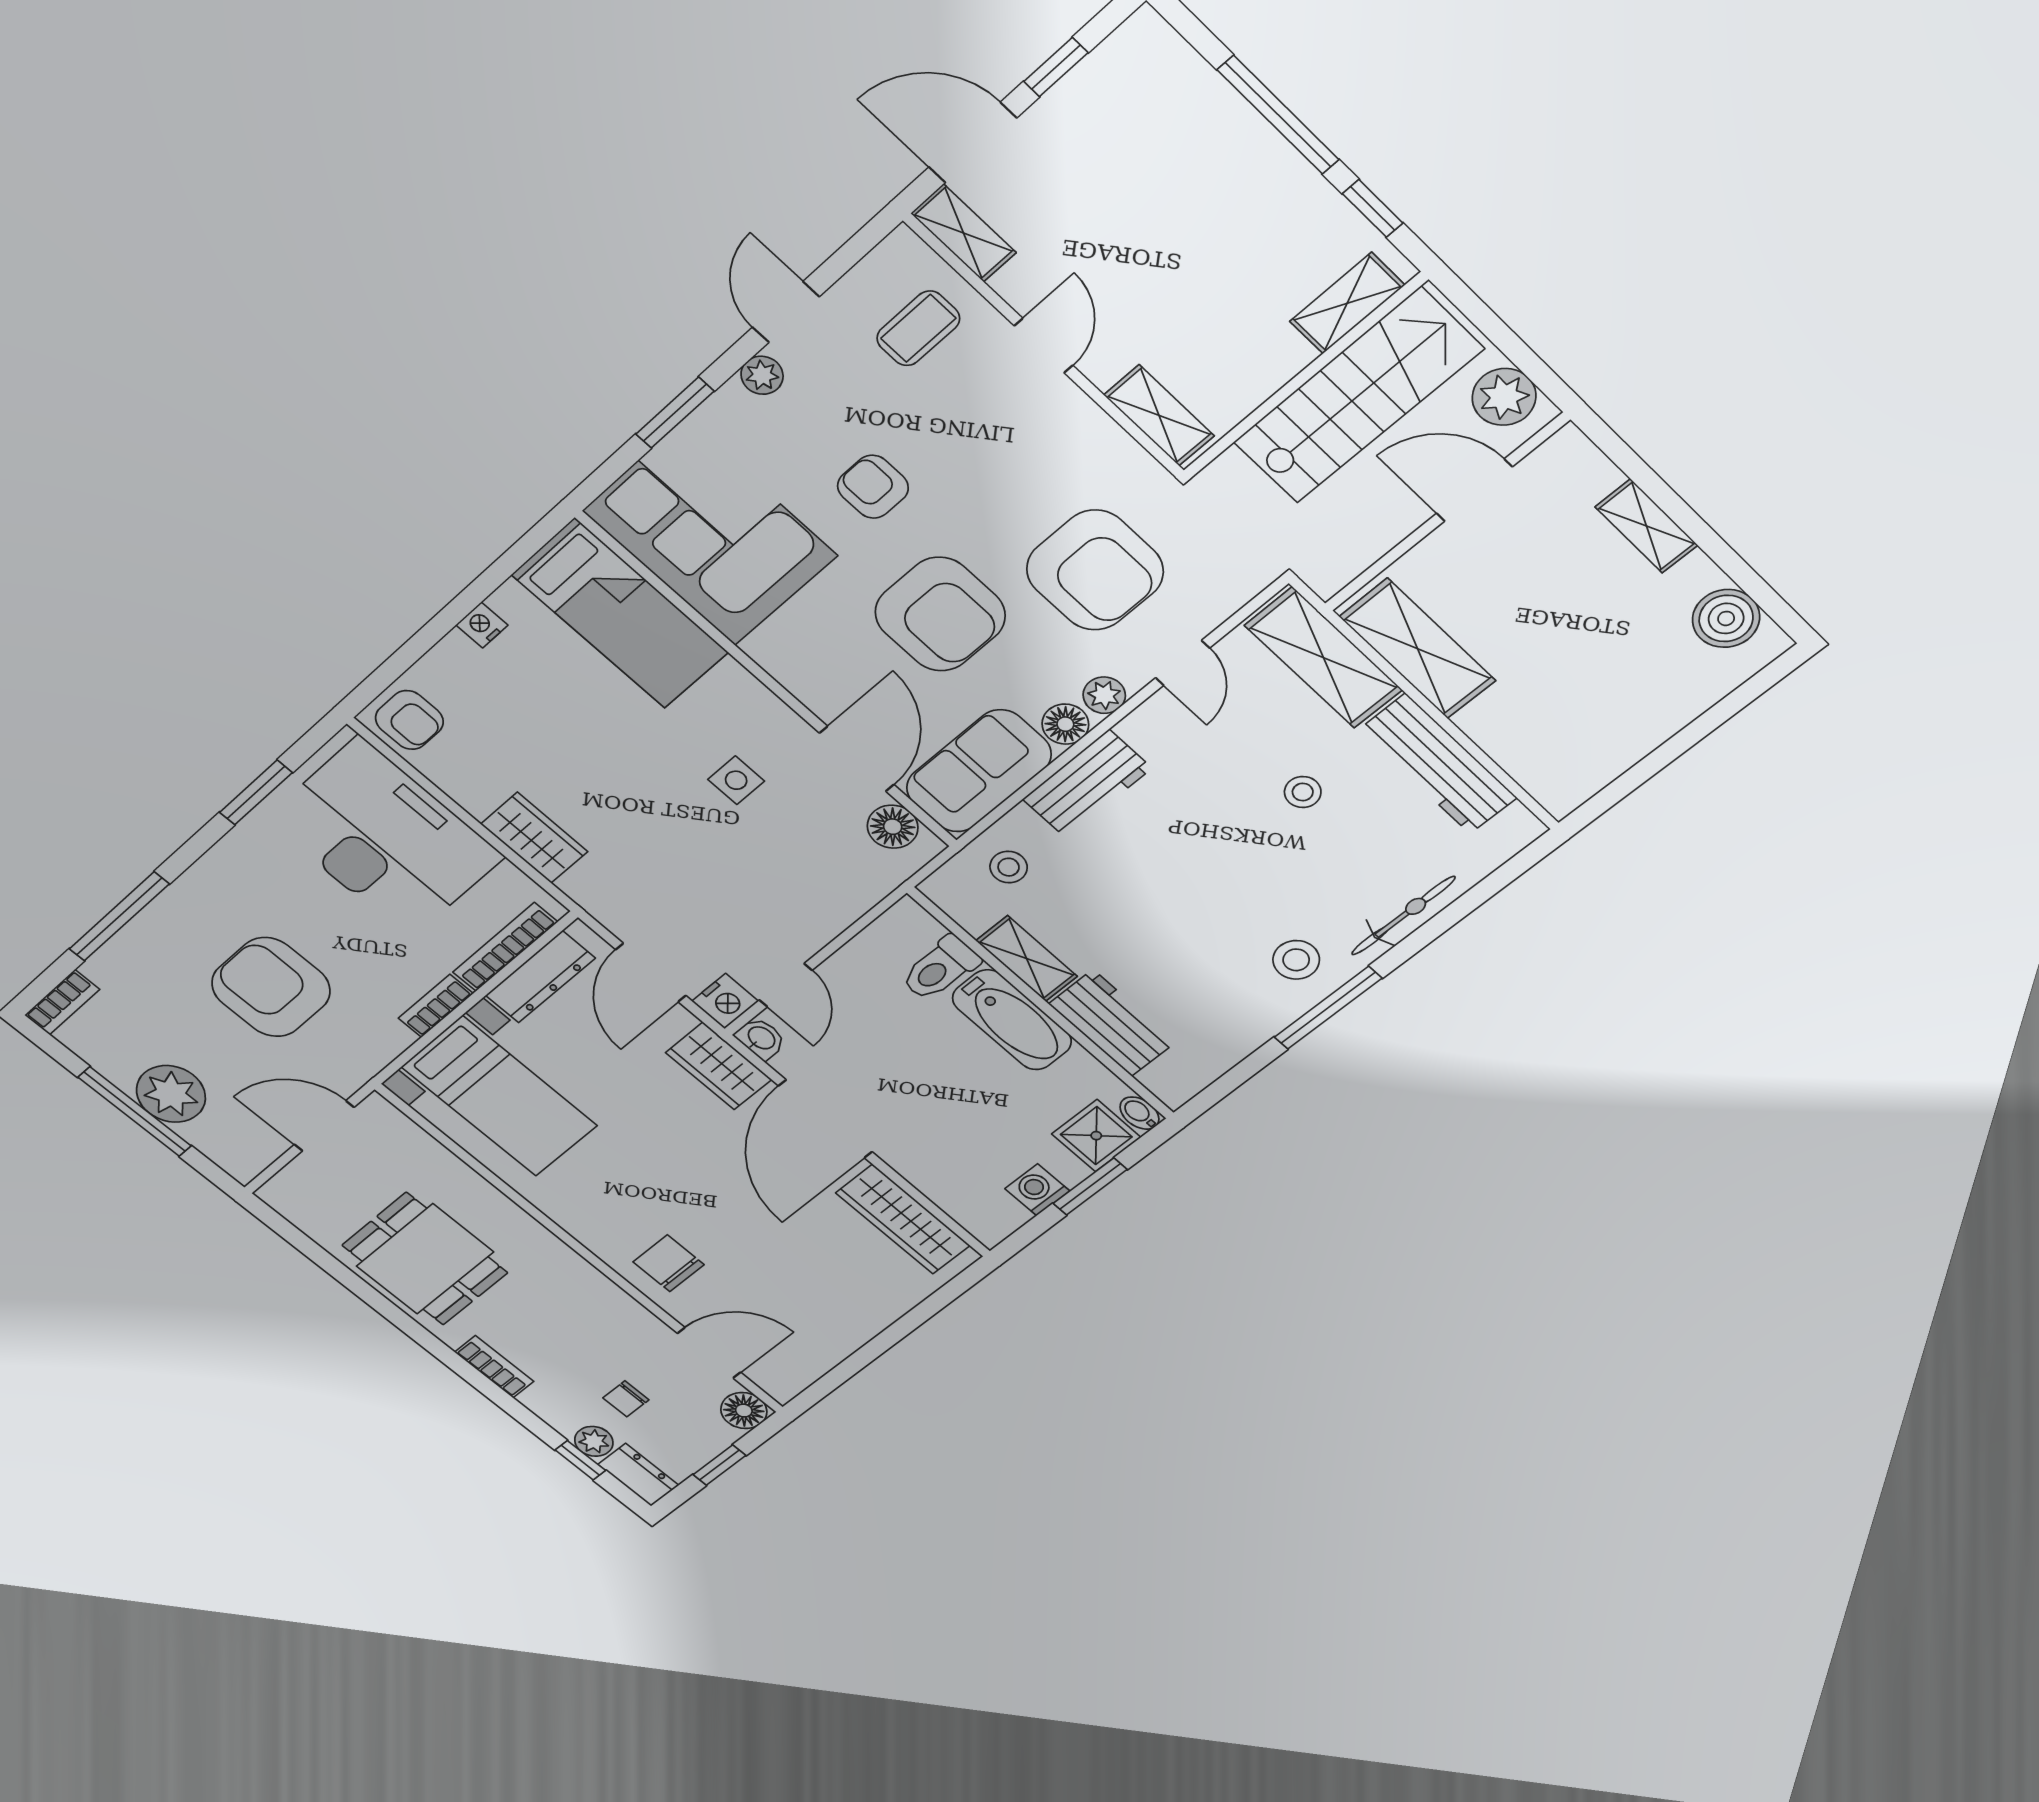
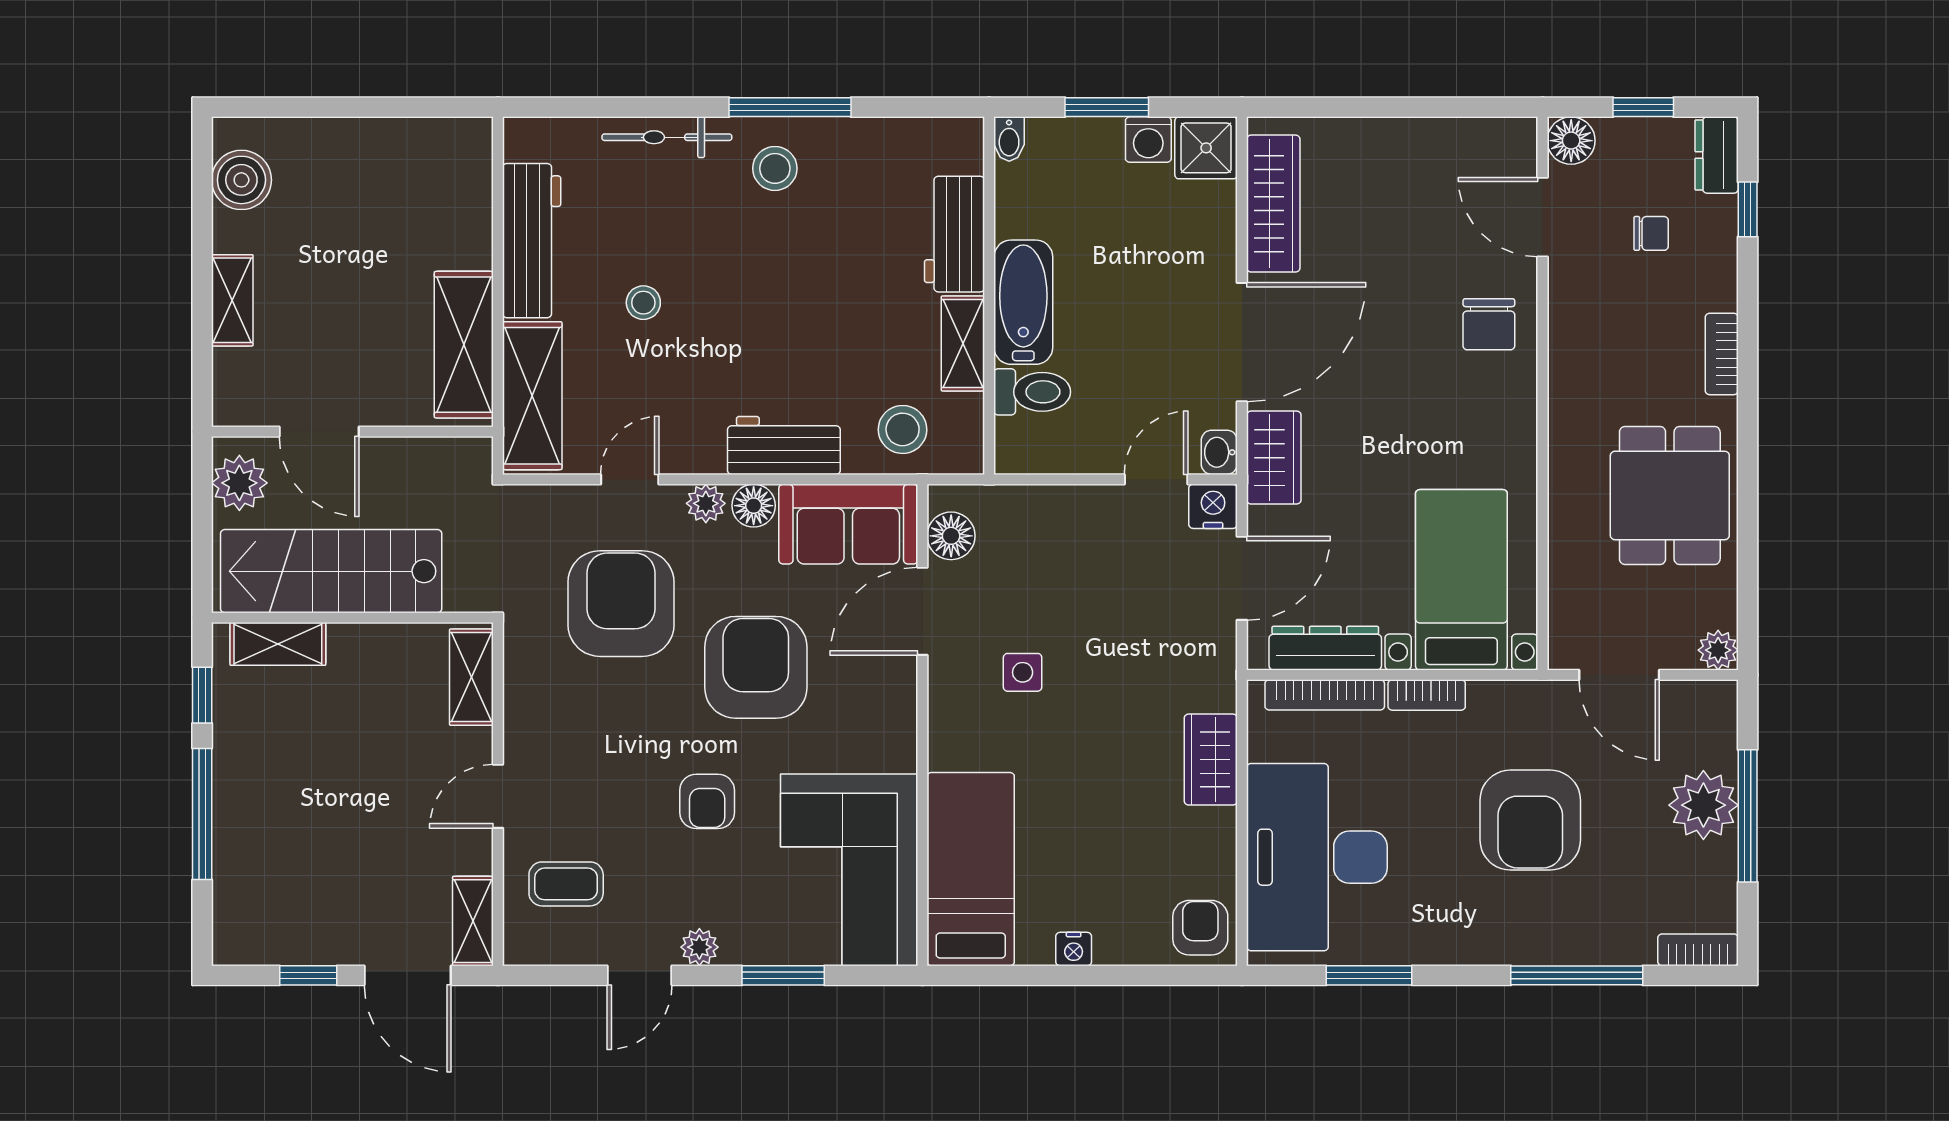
stool: (1009, 867) -> (903, 429), width x1.37, depth x1.37
shower: (1096, 1136) -> (1206, 148), moved
plant: (594, 1441) -> (1718, 650), moved

